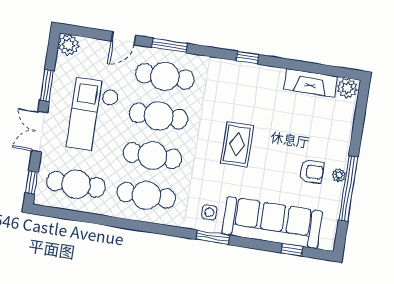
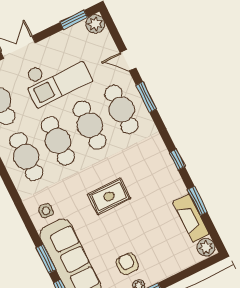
window: (299, 66) -> (197, 201), added
window: (47, 85) -> (74, 20), moved
checkout: (93, 115) -> (57, 78), turned 180
armchair: (311, 172) -> (127, 264), turned 180
window: (213, 237) -> (46, 259), moved

